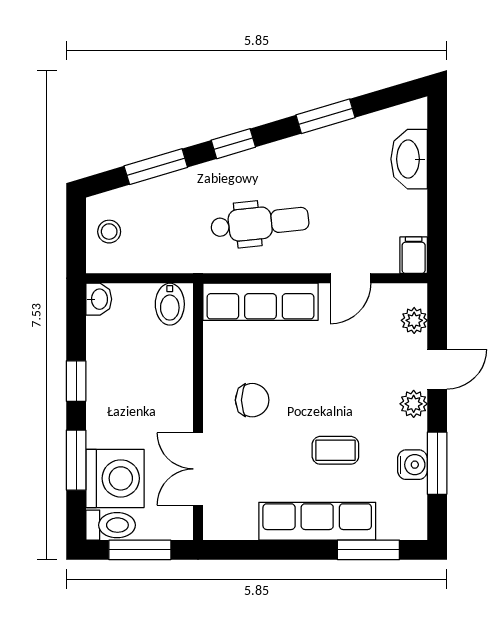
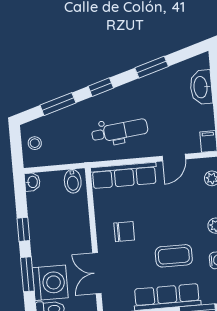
coffee table: (335, 450) -> (174, 256), width x1.36, depth x1.30

